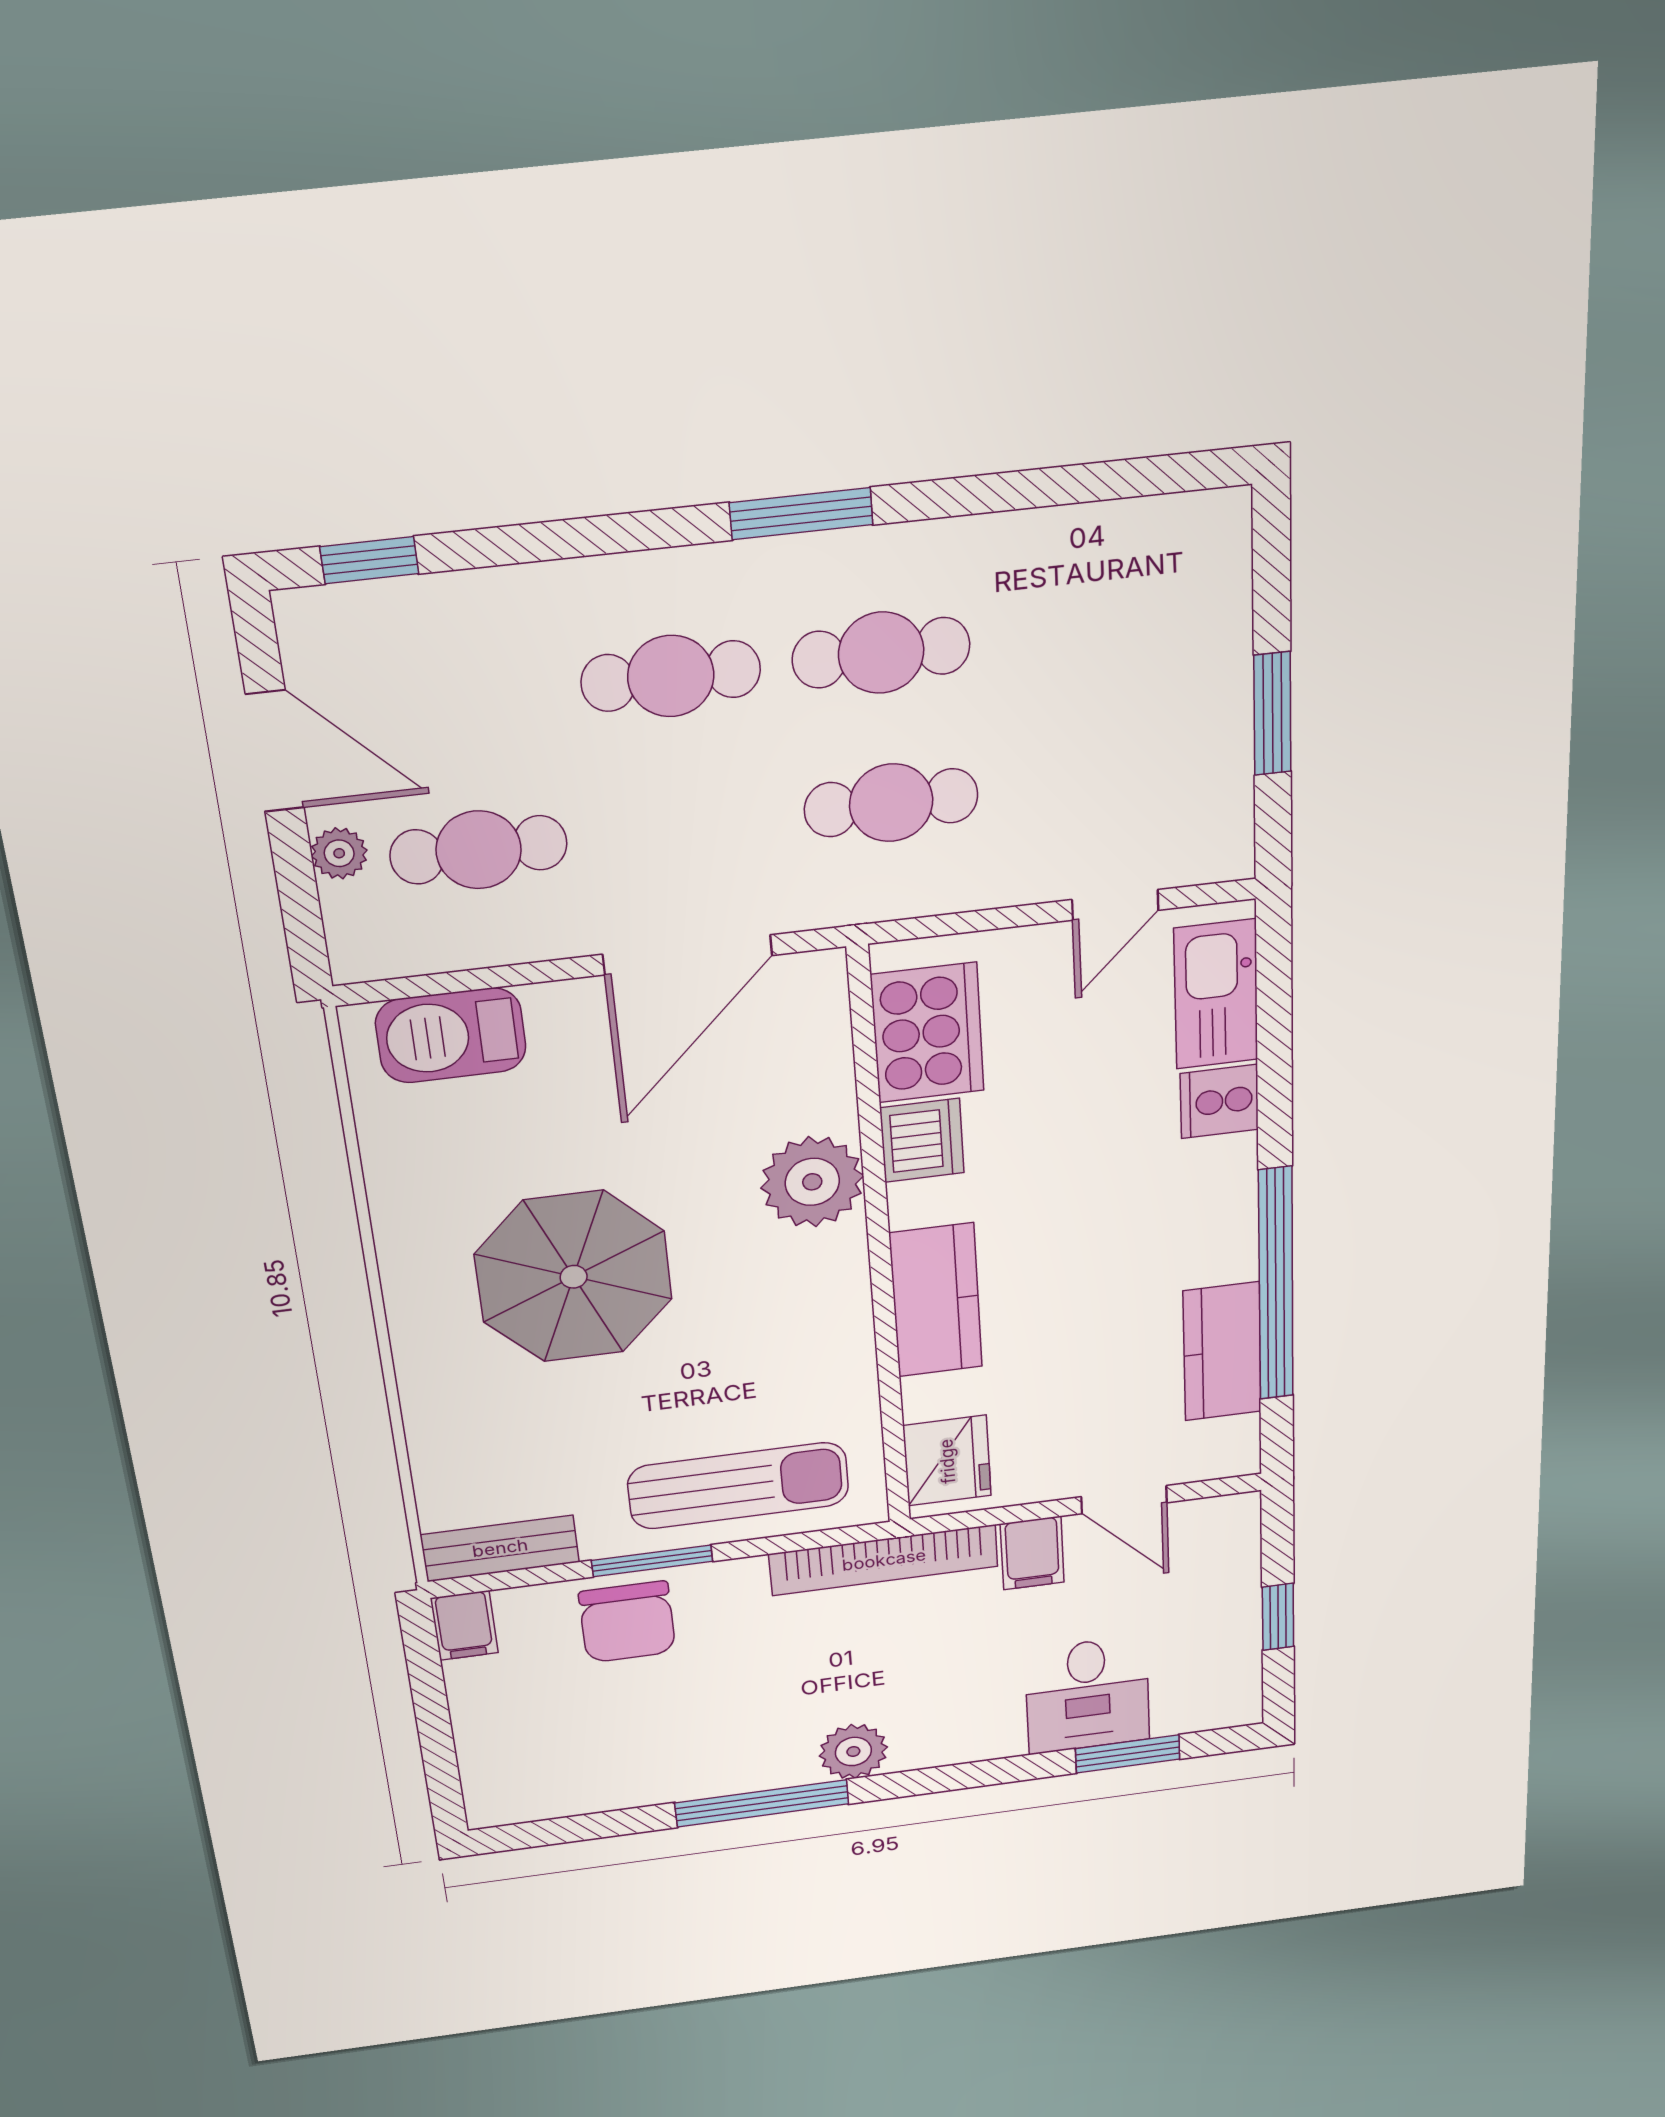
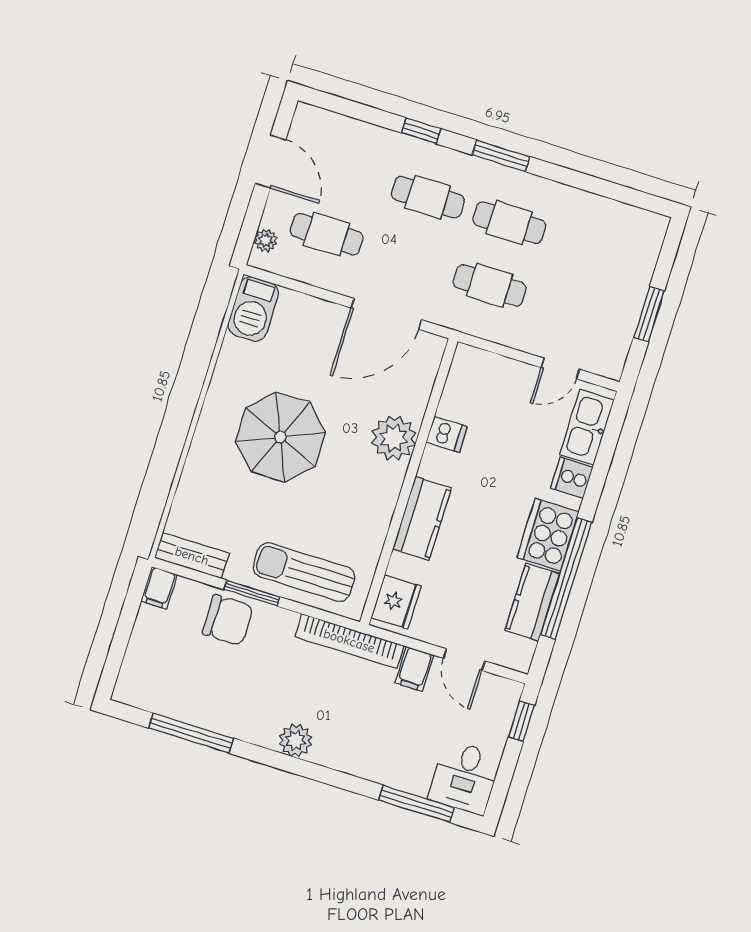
window: (369, 560) -> (421, 131), moved
plant: (339, 853) -> (266, 240), moved
cooker: (927, 1033) -> (548, 535), moved, turned 180
barbecue: (451, 1035) -> (253, 309), moved, turned -90
dishwasher: (922, 1140) -> (447, 435), width x0.73
sun lounger: (738, 1486) -> (304, 572), turned 180
window: (1278, 1617) -> (521, 721), moved
chair: (627, 1622) -> (228, 620), turned -90
desk: (1087, 1695) -> (465, 777), moved
window: (1128, 1754) -> (416, 804), width x1.44
window: (762, 1803) -> (191, 733), moved

